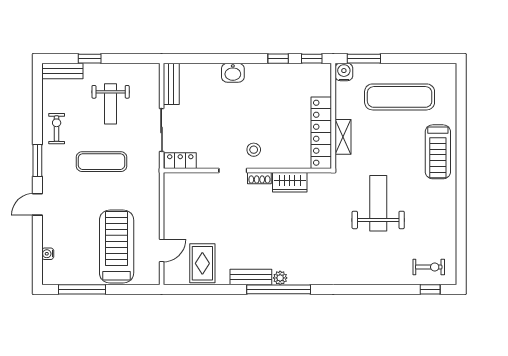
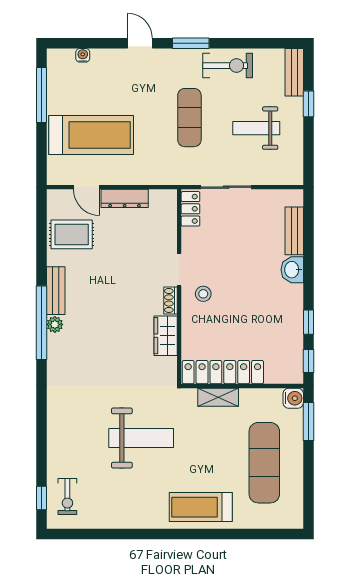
bench: (171, 84) -> (294, 231), moved, turned 90
exercise bike: (57, 129) -> (228, 66), width x1.38, depth x1.39
dresser: (171, 218) -> (125, 198), added

